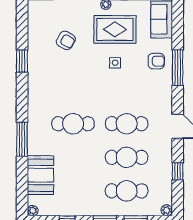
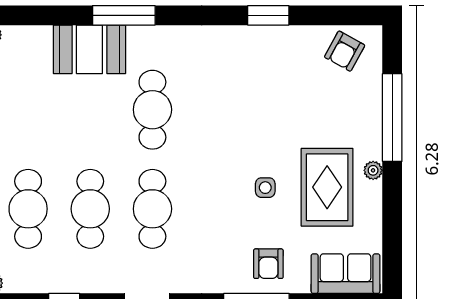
armchair: (66, 40) -> (345, 51), moved
booth: (40, 175) -> (89, 49), moved

